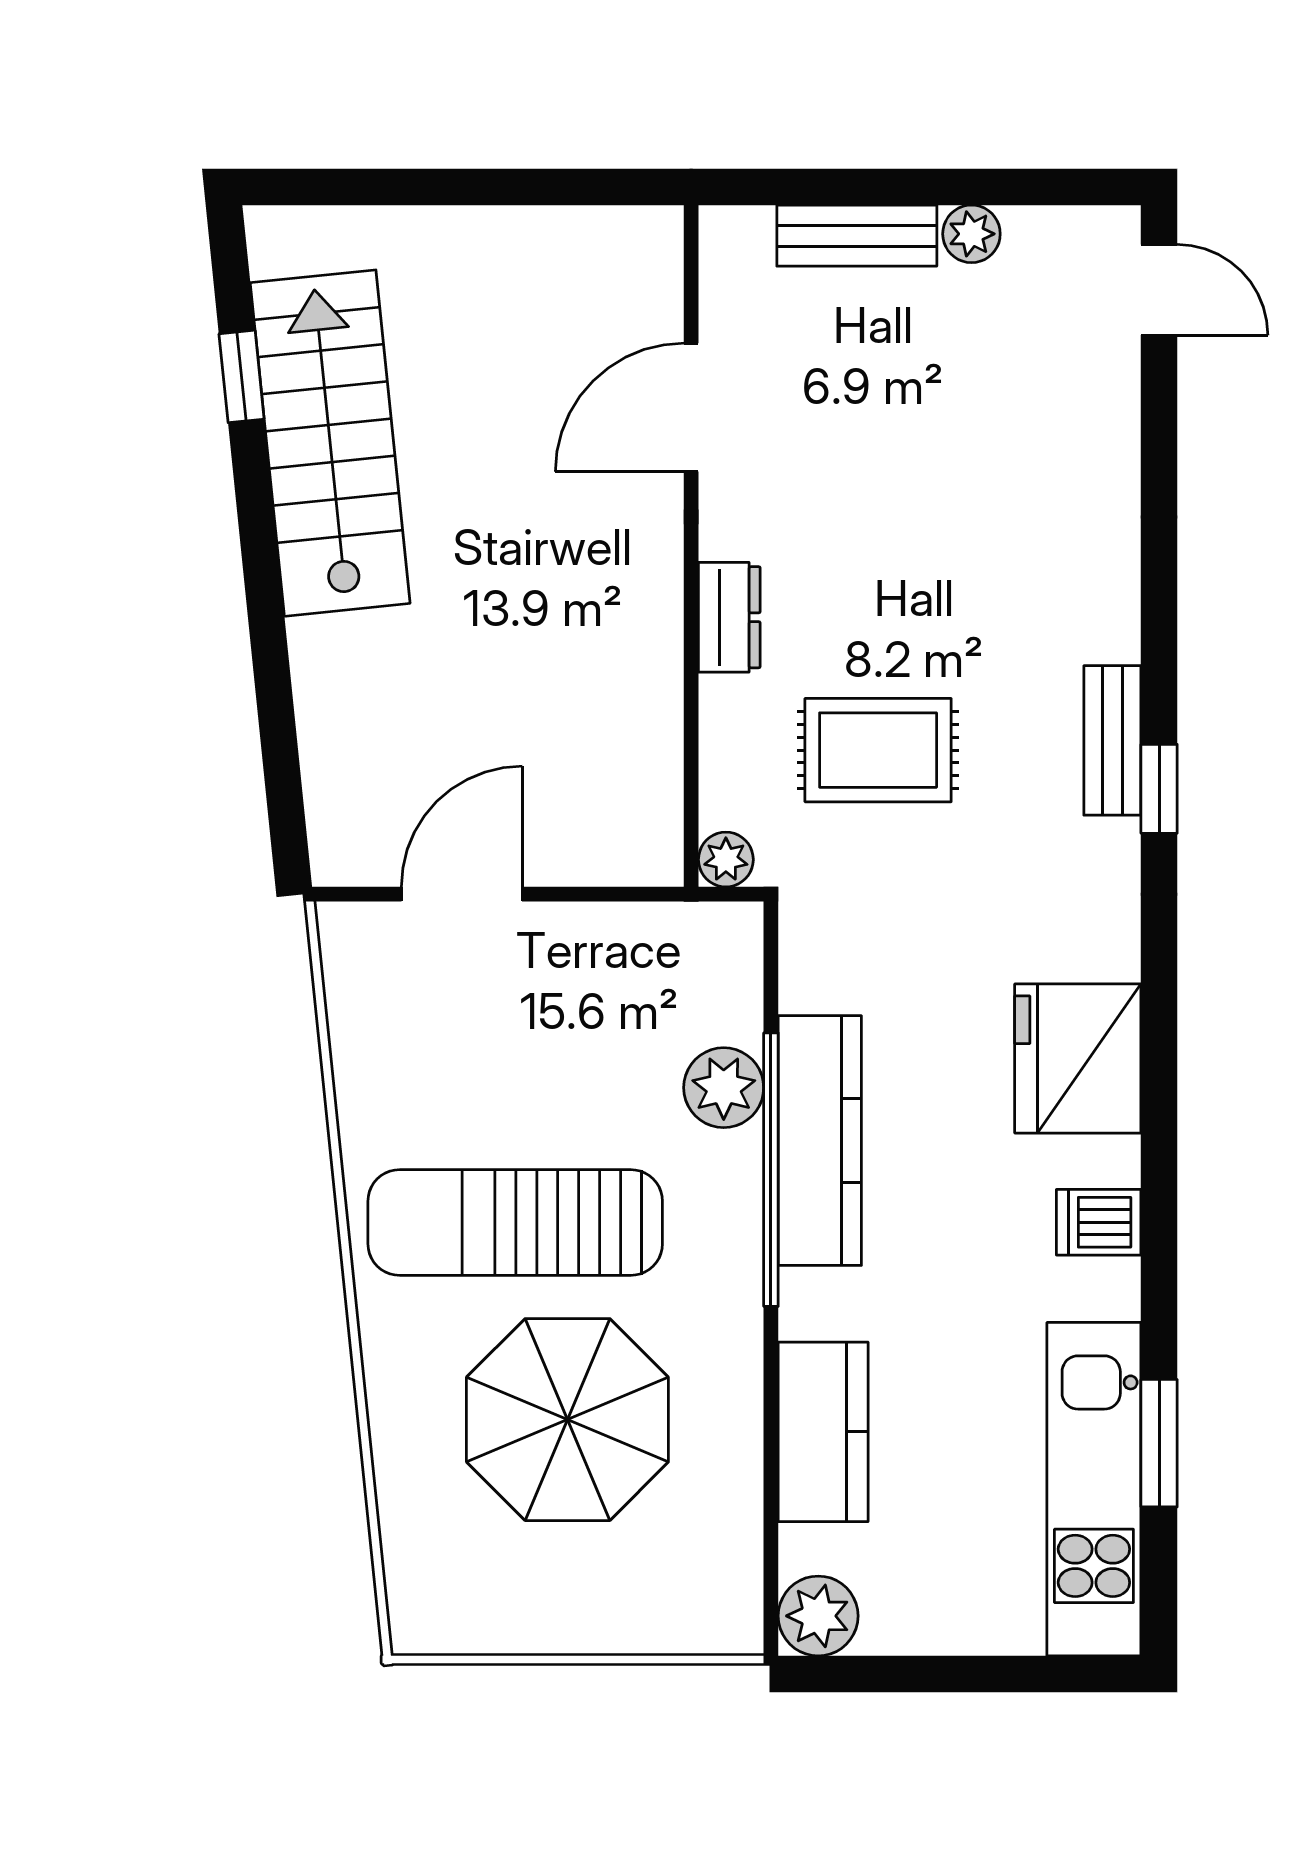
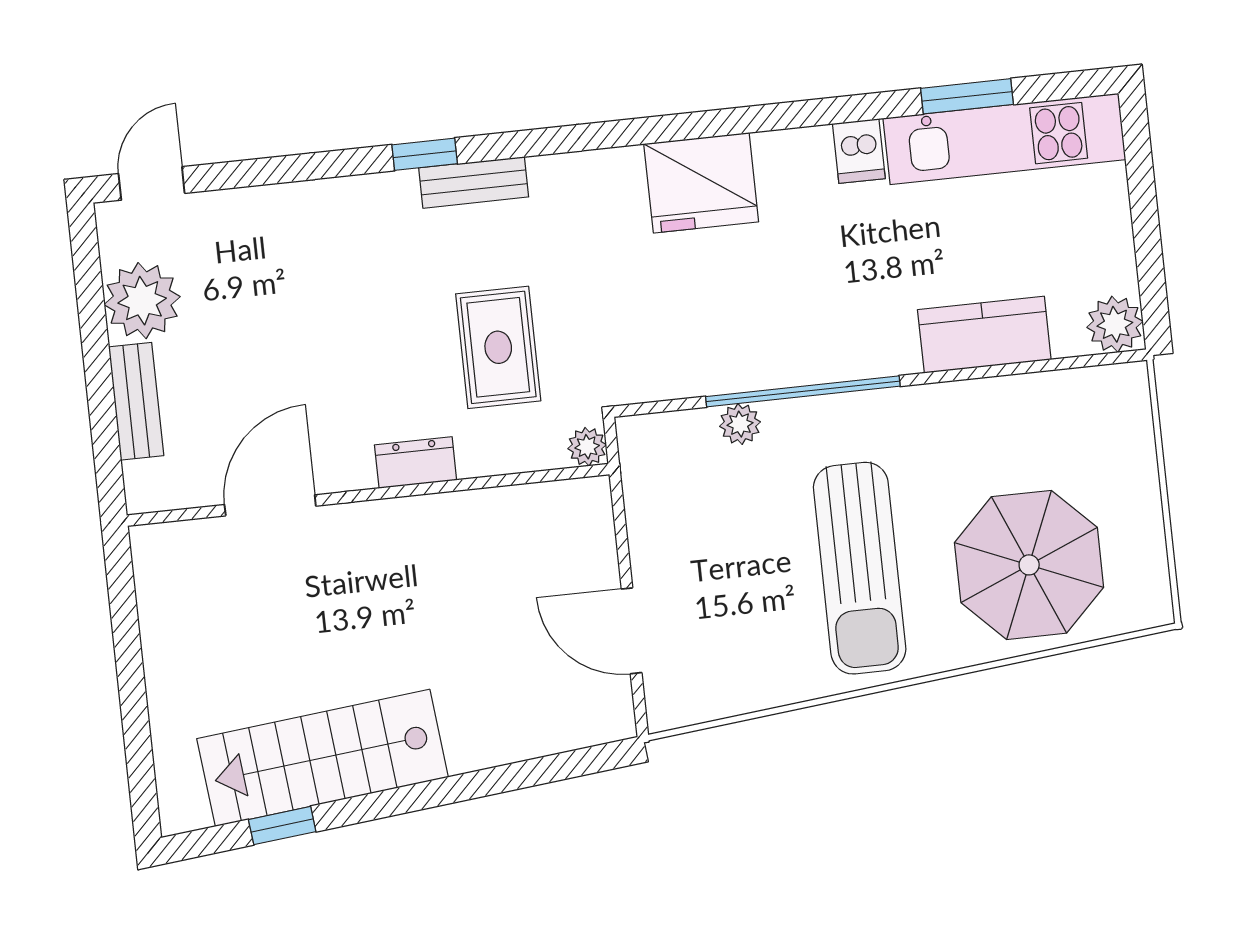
plant: (971, 234) -> (142, 301), width x1.88, depth x1.88
door: (691, 407) -> (270, 505), swing flipped
window: (1159, 789) -> (425, 154), moved
plant: (724, 1088) -> (740, 424), width x0.73, depth x0.73
kitchen counter: (820, 1141) -> (779, 359), removed
dishwasher: (1099, 1222) -> (859, 151), moved
parasol: (567, 1420) -> (1029, 565), moved

